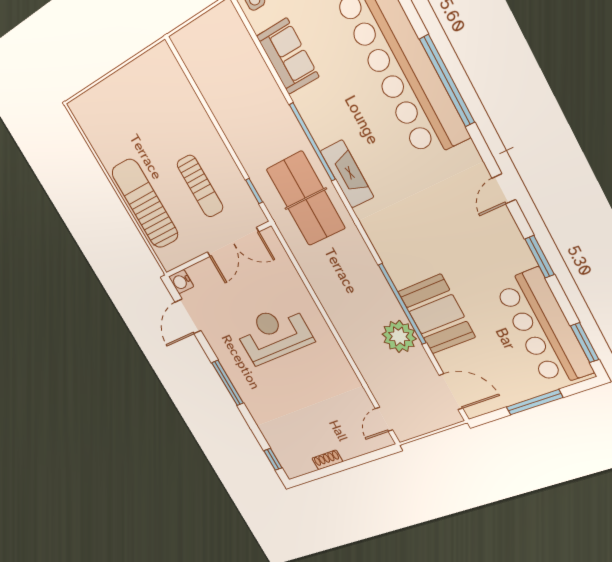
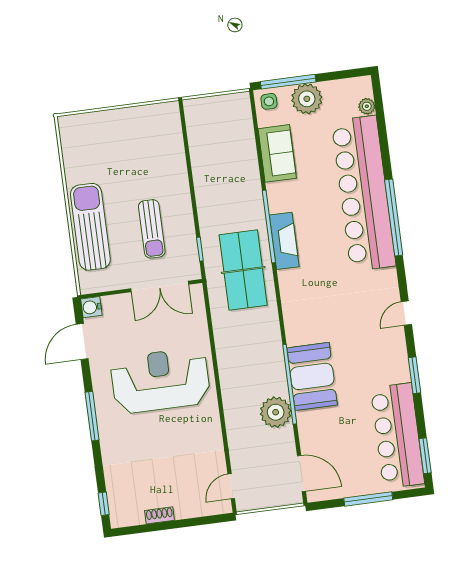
fireplace: (347, 174) -> (284, 241), moved
booth: (437, 314) -> (312, 376), moved
reception desk: (274, 334) -> (160, 381), width x1.36, depth x1.30

